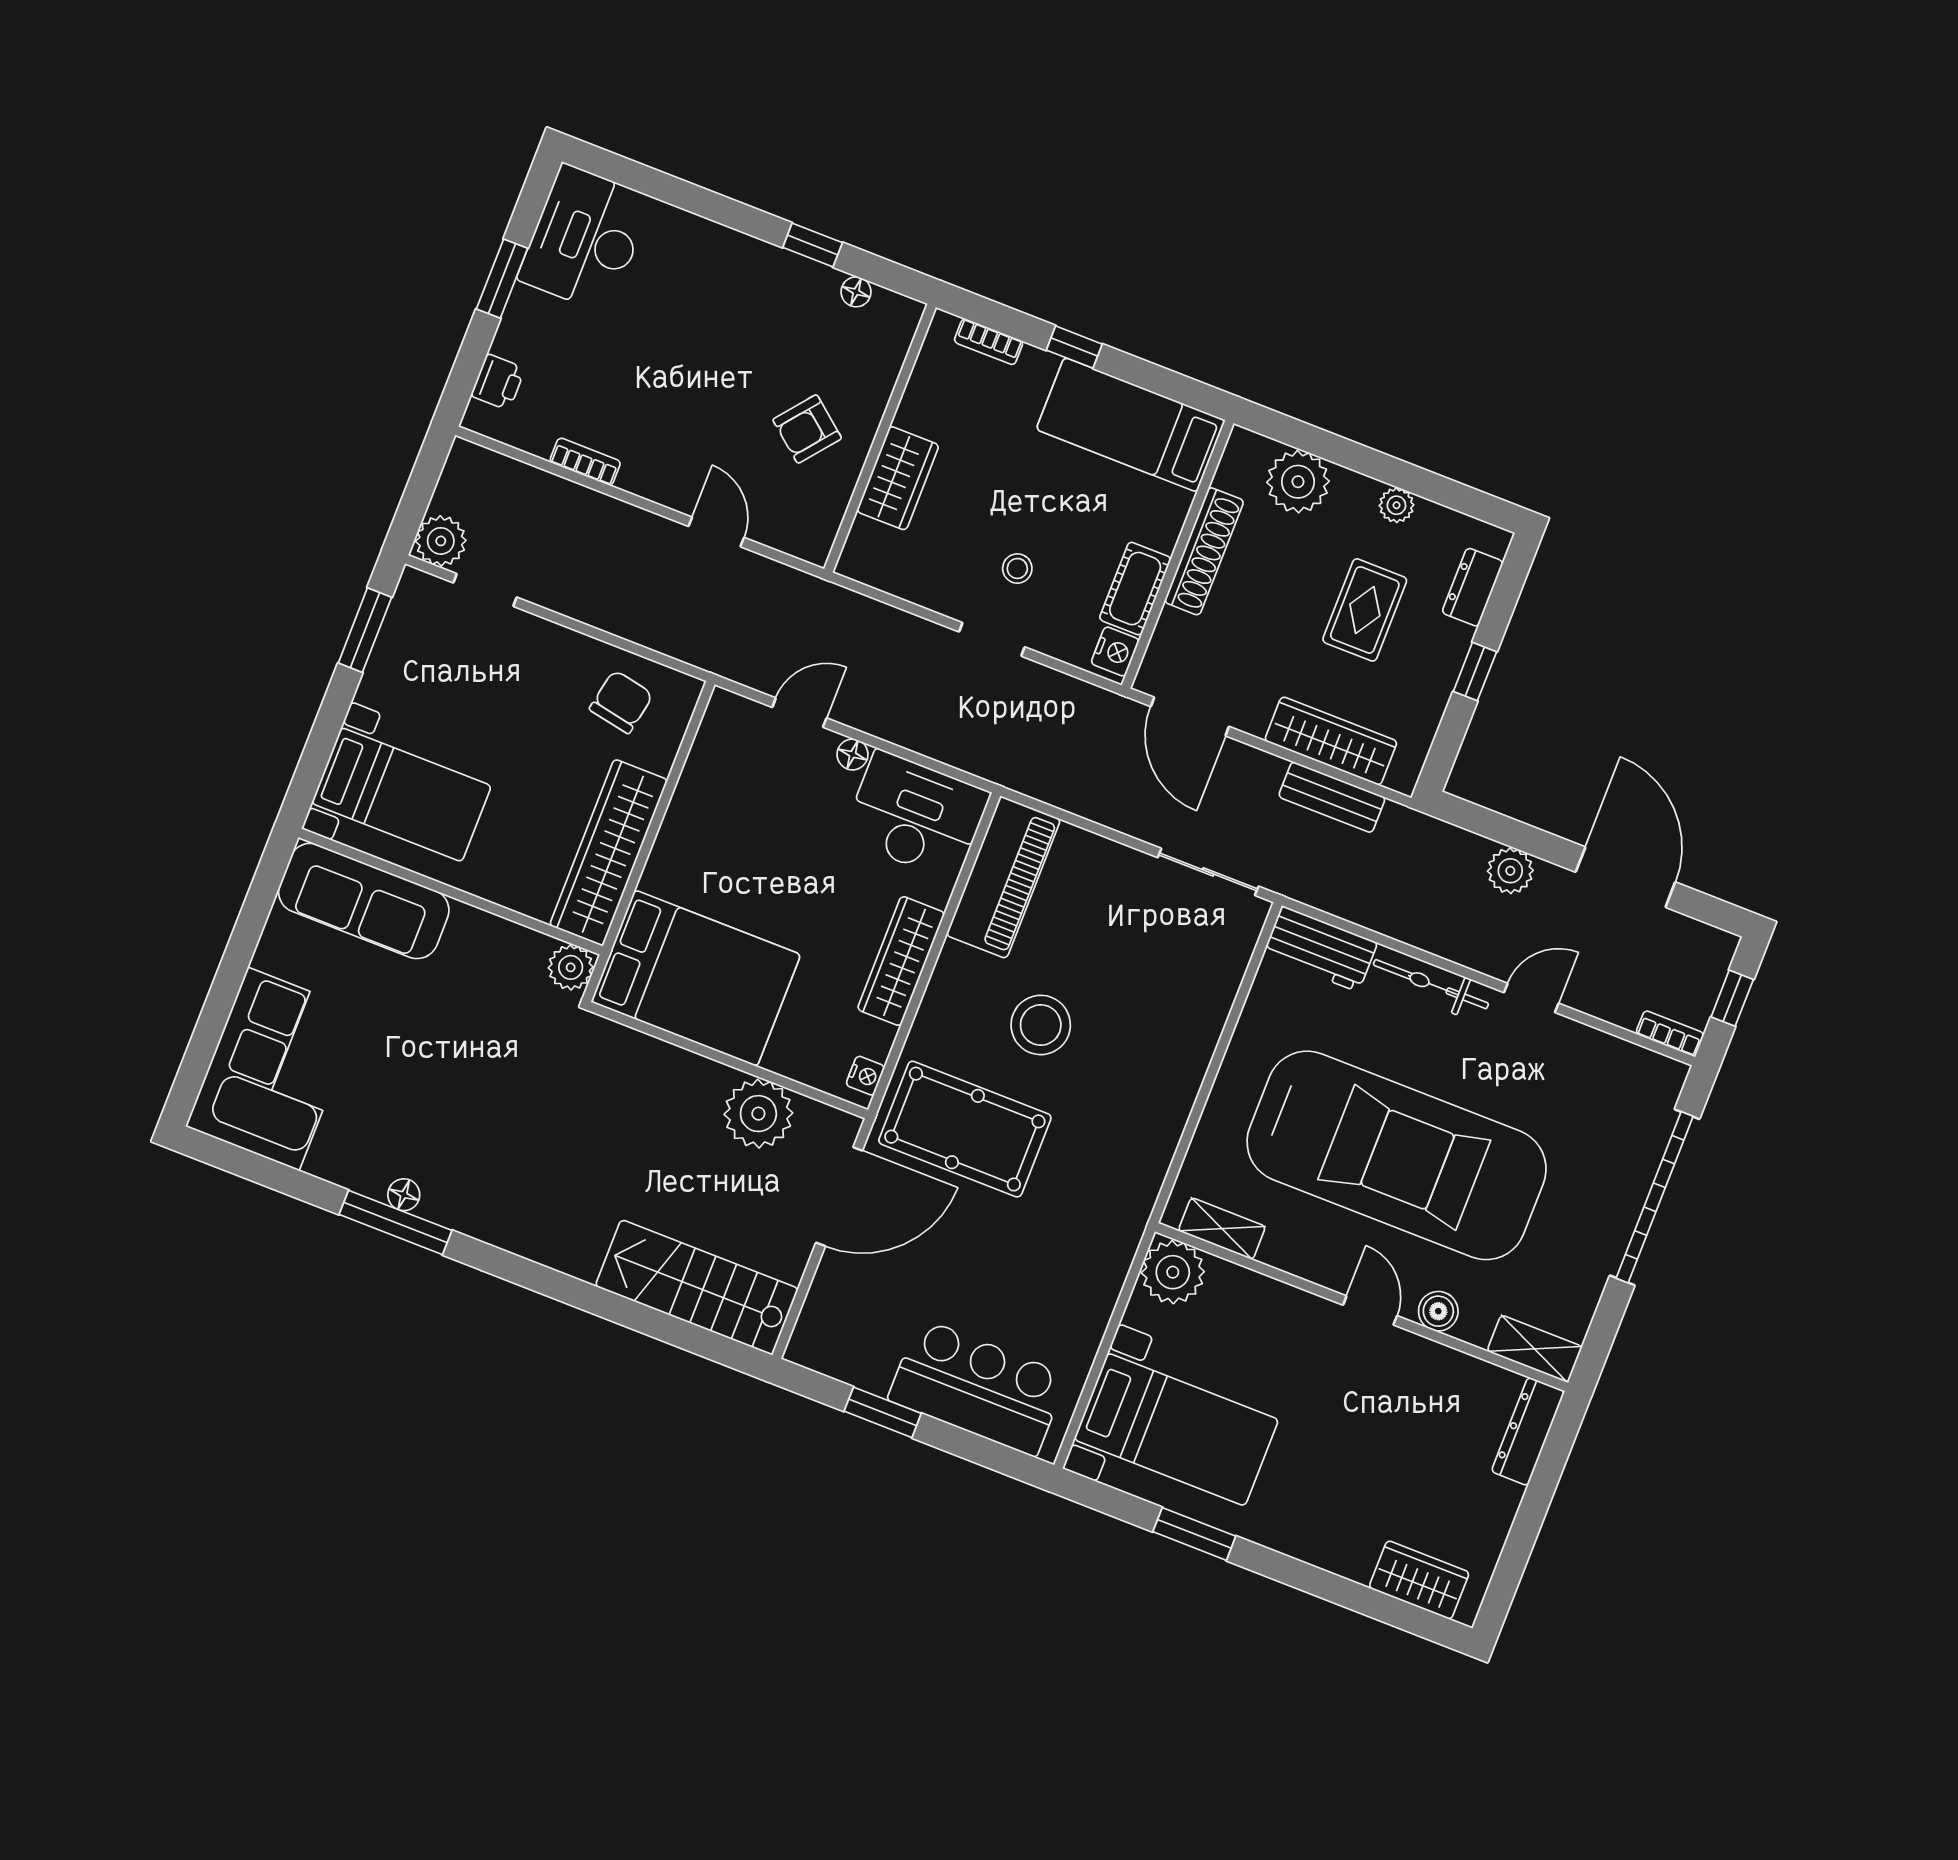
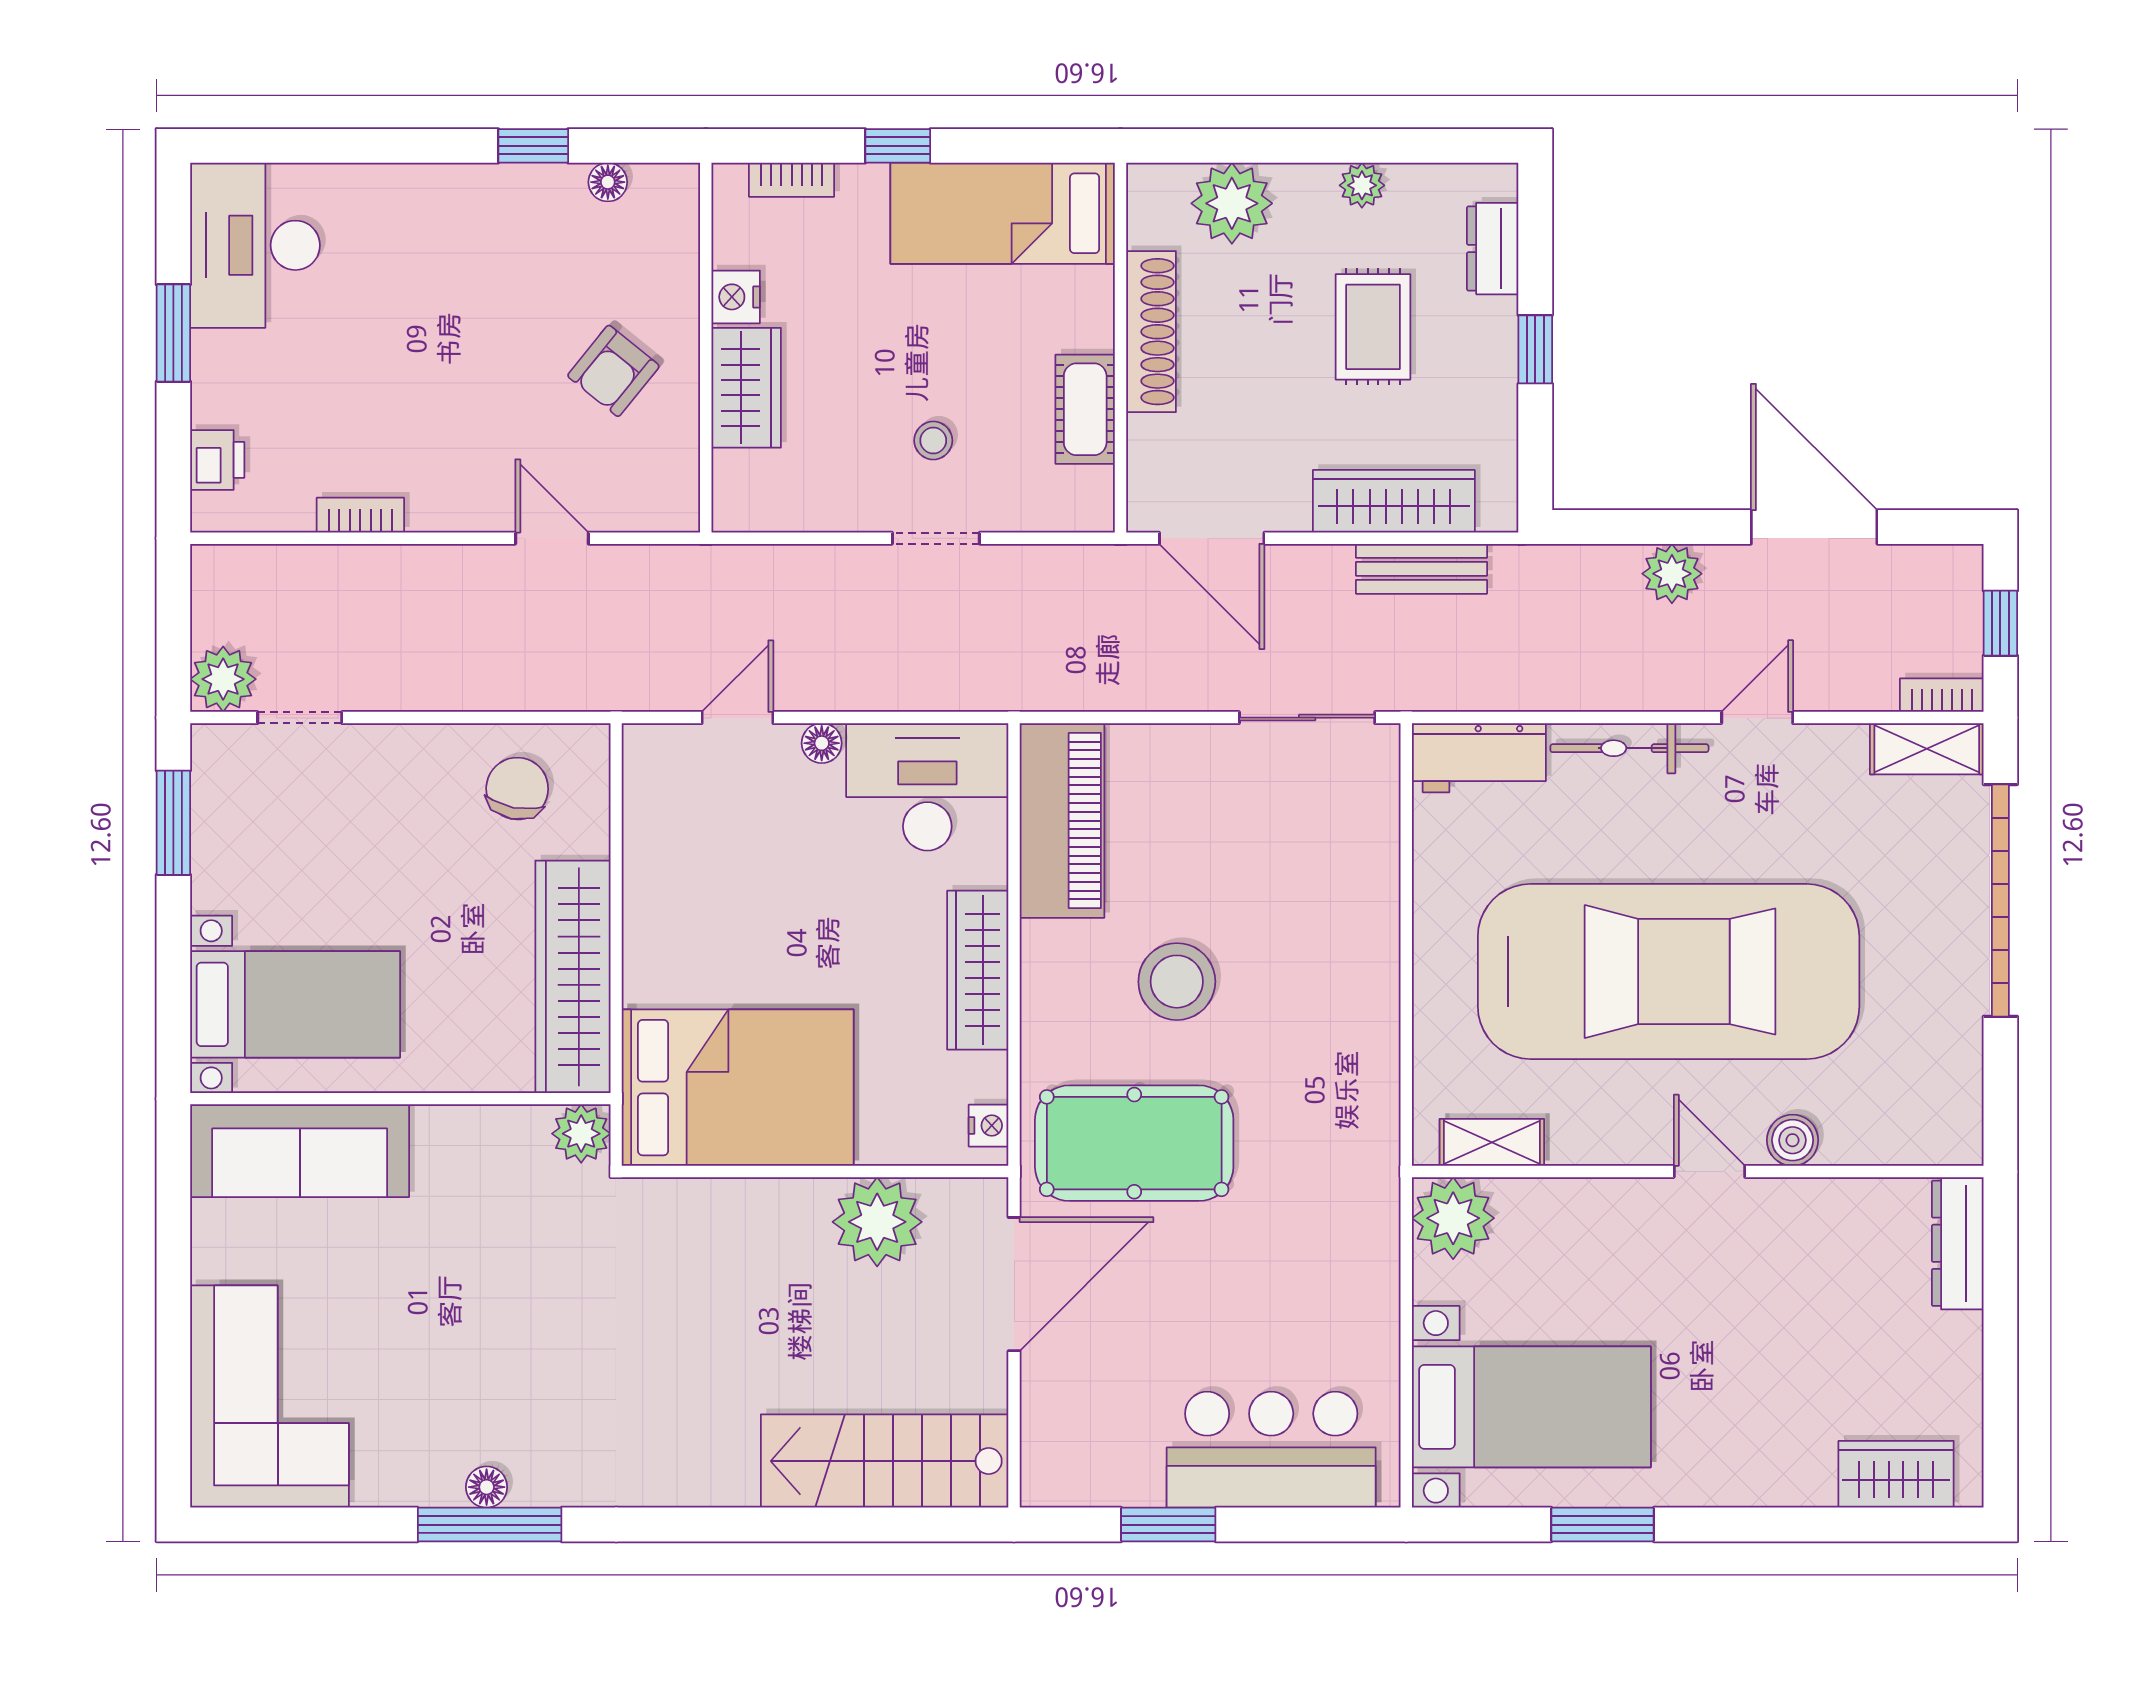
nightstand: (1115, 651) -> (736, 297), moved, turned 180
shelving: (1535, 1349) -> (1927, 749), moved

